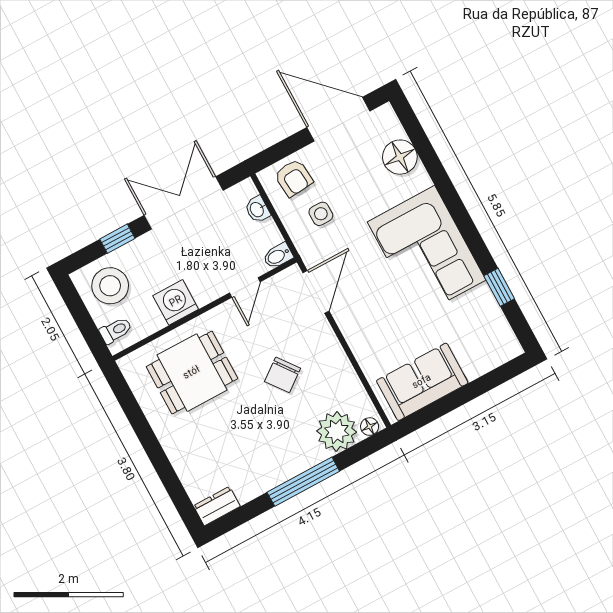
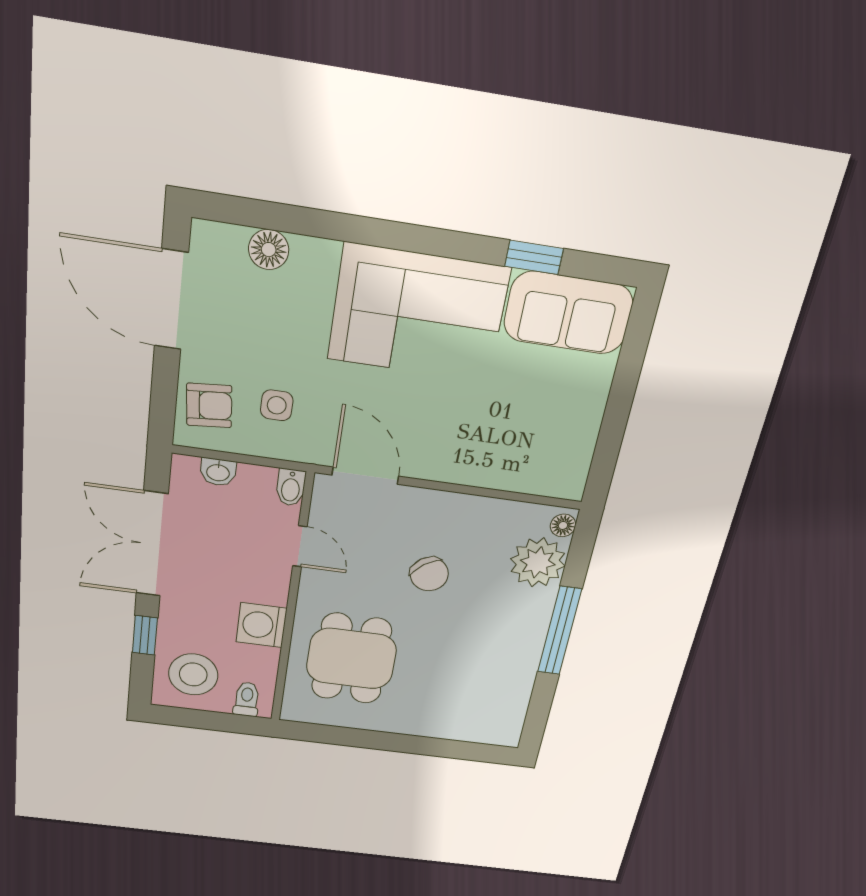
door: (338, 119) -> (171, 300), hinge flipped
floor lamp: (400, 157) -> (269, 250), width x0.73, depth x0.73
sofa: (422, 382) -> (568, 313), moved, turned -90
dresser: (217, 506) -> (509, 725), removed

